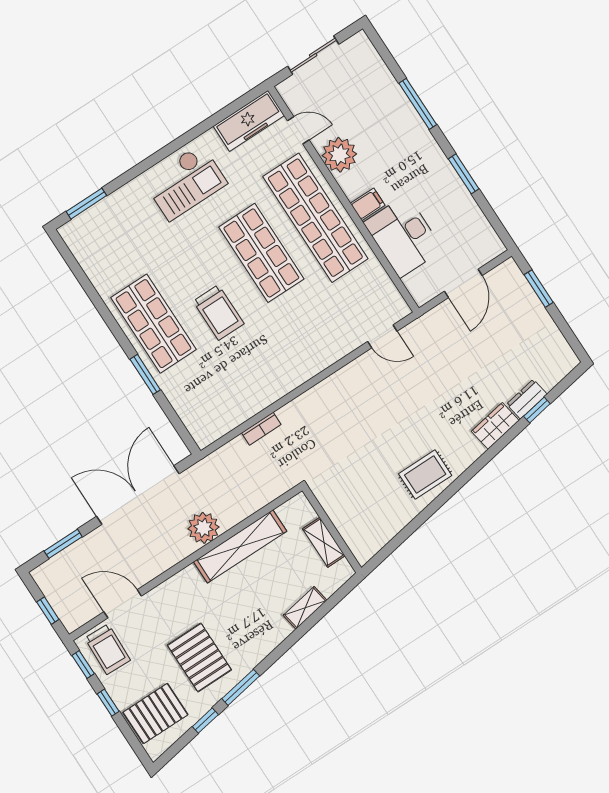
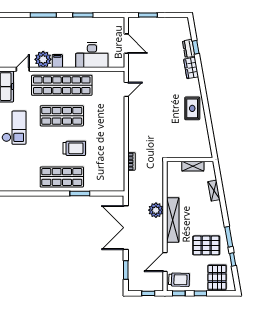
filing cabinet: (368, 204) -> (57, 61), moved
shelving: (240, 546) -> (173, 220), moved

